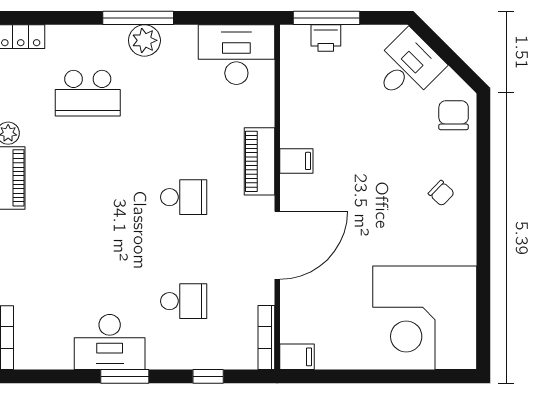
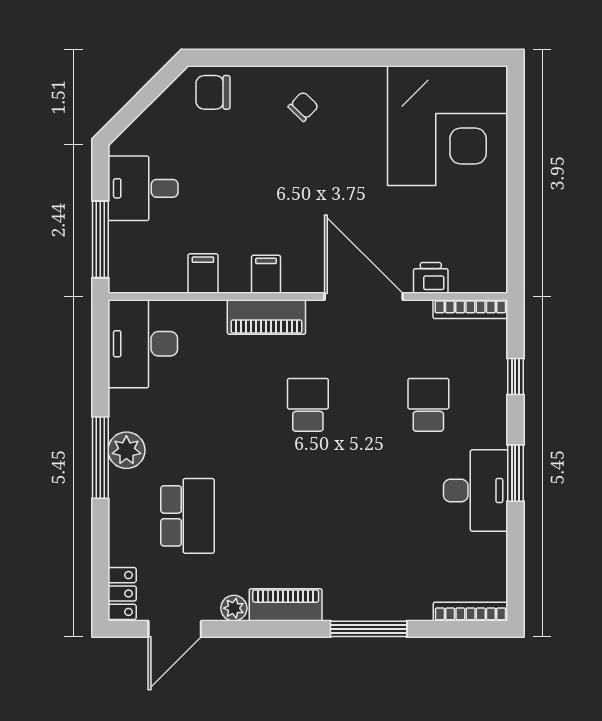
printer: (326, 38) -> (431, 278), moved, turned -90
desk: (407, 67) -> (143, 188), moved, turned -45
filing cabinet: (297, 357) -> (203, 274), moved

